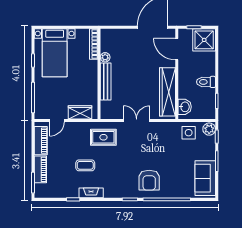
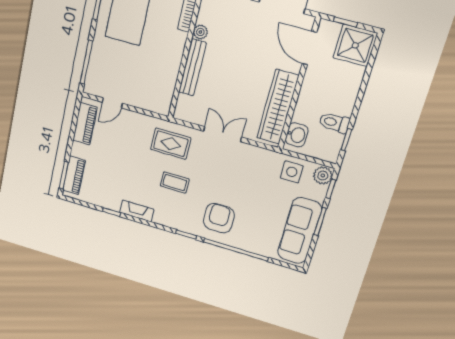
toilet: (206, 82) -> (334, 123), moved
wardrobe: (80, 112) -> (146, 101), removed
coffee table: (85, 165) -> (175, 183), moved
piano: (40, 169) -> (74, 175), moved
sofa: (205, 178) -> (300, 231), width x1.36
armchair: (149, 180) -> (219, 218), turned 180

